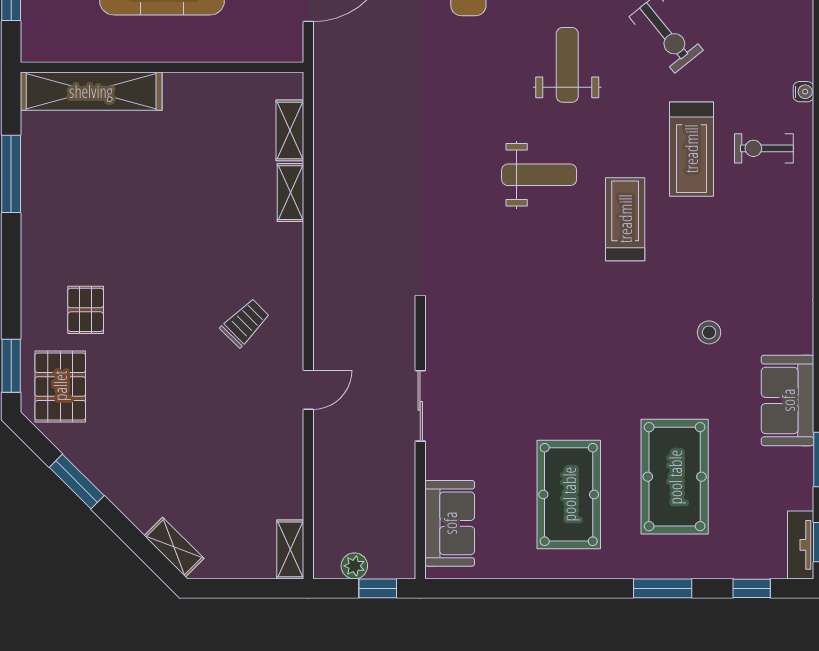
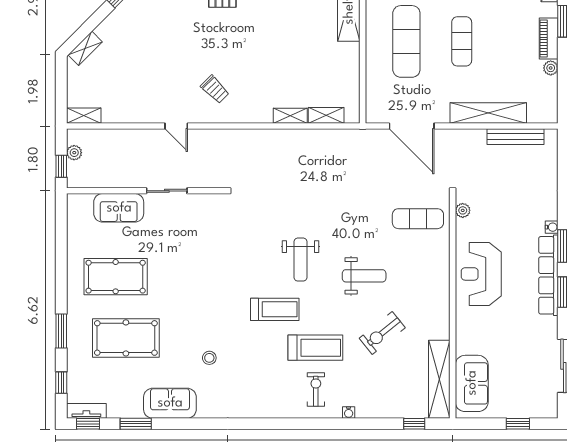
treadmill: (691, 149) -> (315, 348), turned 180
sofa: (450, 523) -> (119, 208), moved

